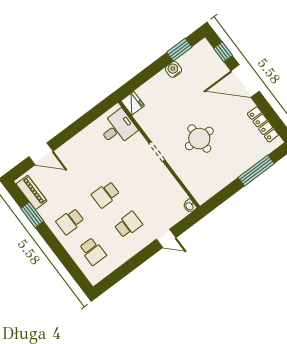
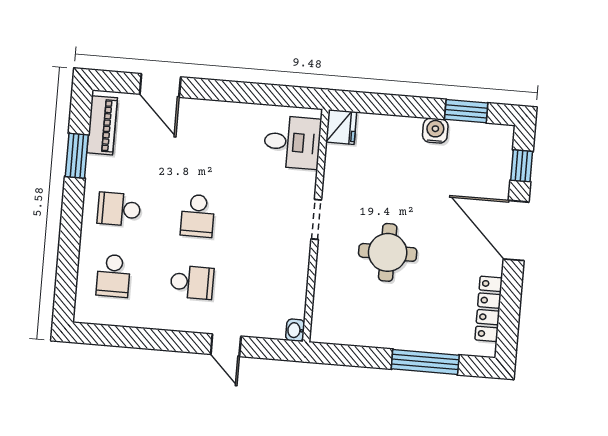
school desk: (106, 195) -> (198, 216), turned -90

